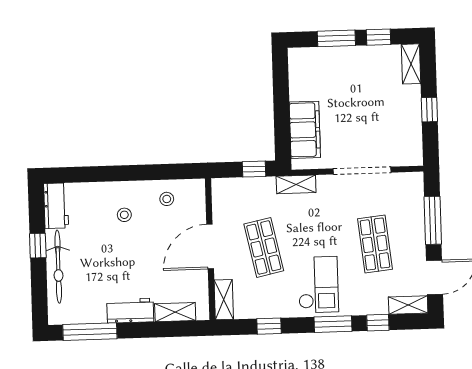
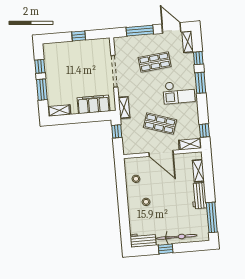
shelving: (411, 64) -> (59, 110), moved
shop shelf: (264, 247) -> (160, 124), turned 30
checkout: (318, 285) -> (179, 92), turned 180
window: (269, 326) -> (204, 130), moved

